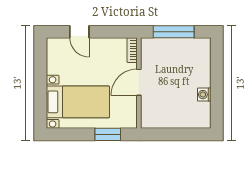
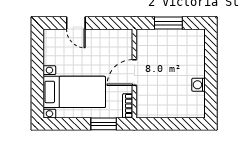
window: (174, 32) -> (168, 23), width x0.69
bookcase: (132, 50) -> (128, 106), moved

